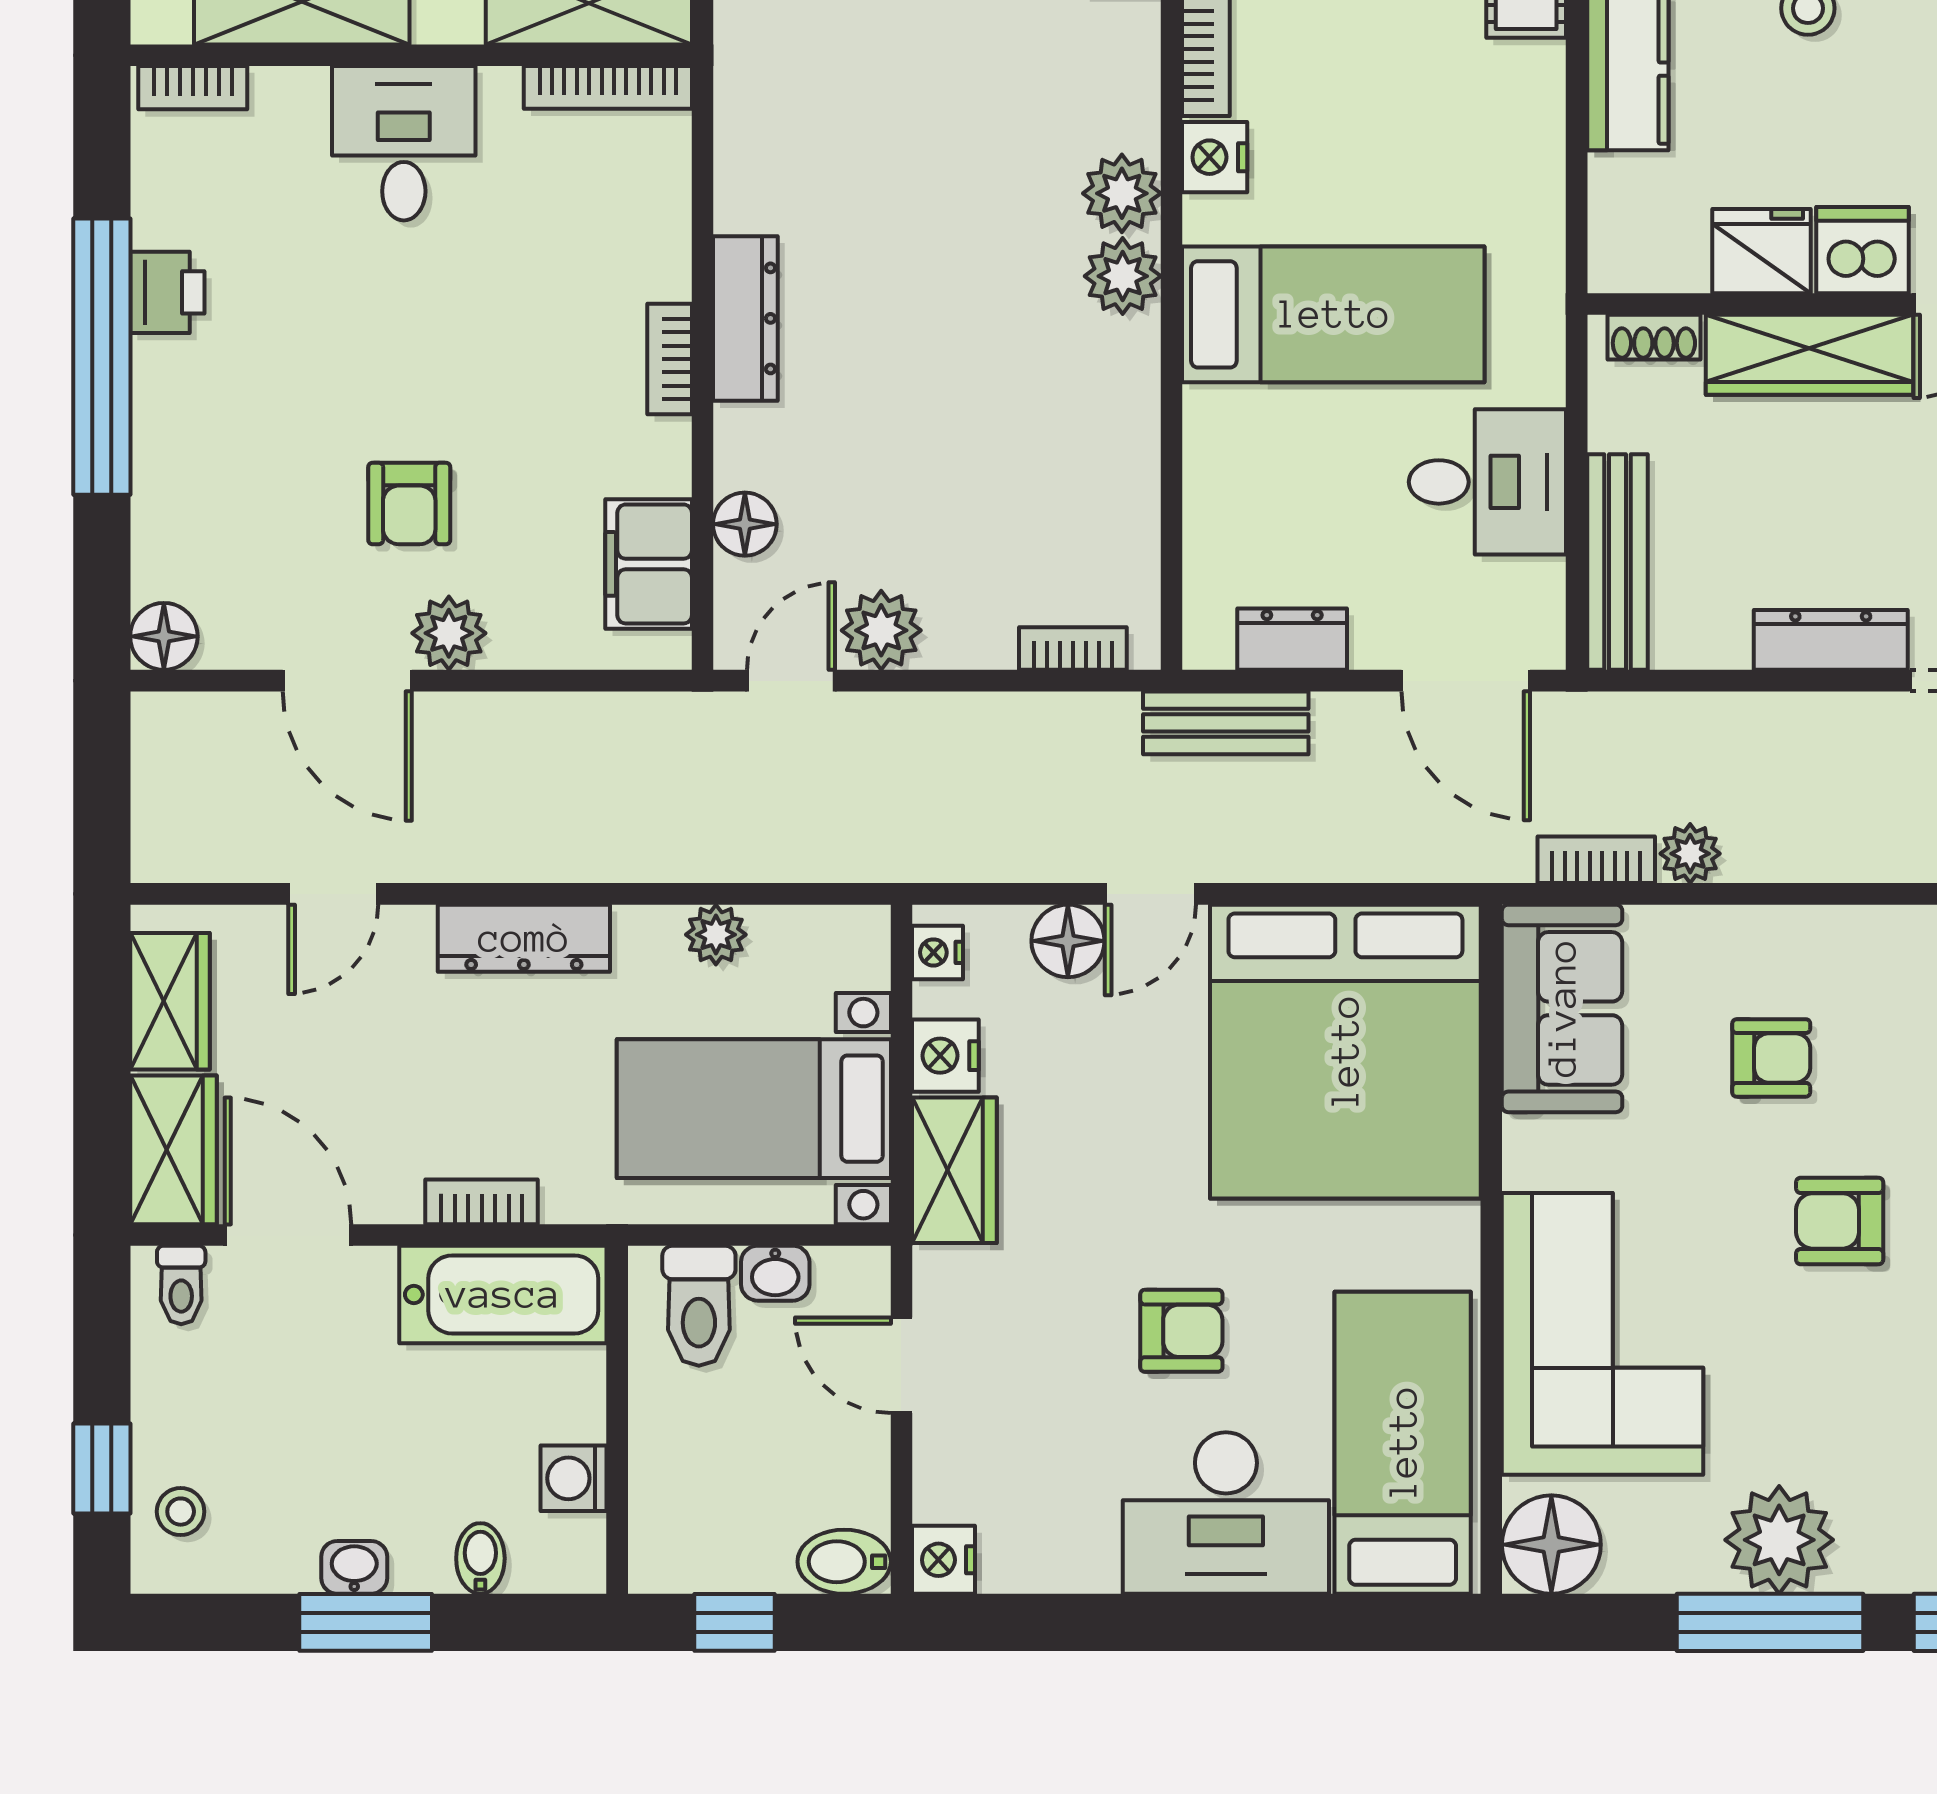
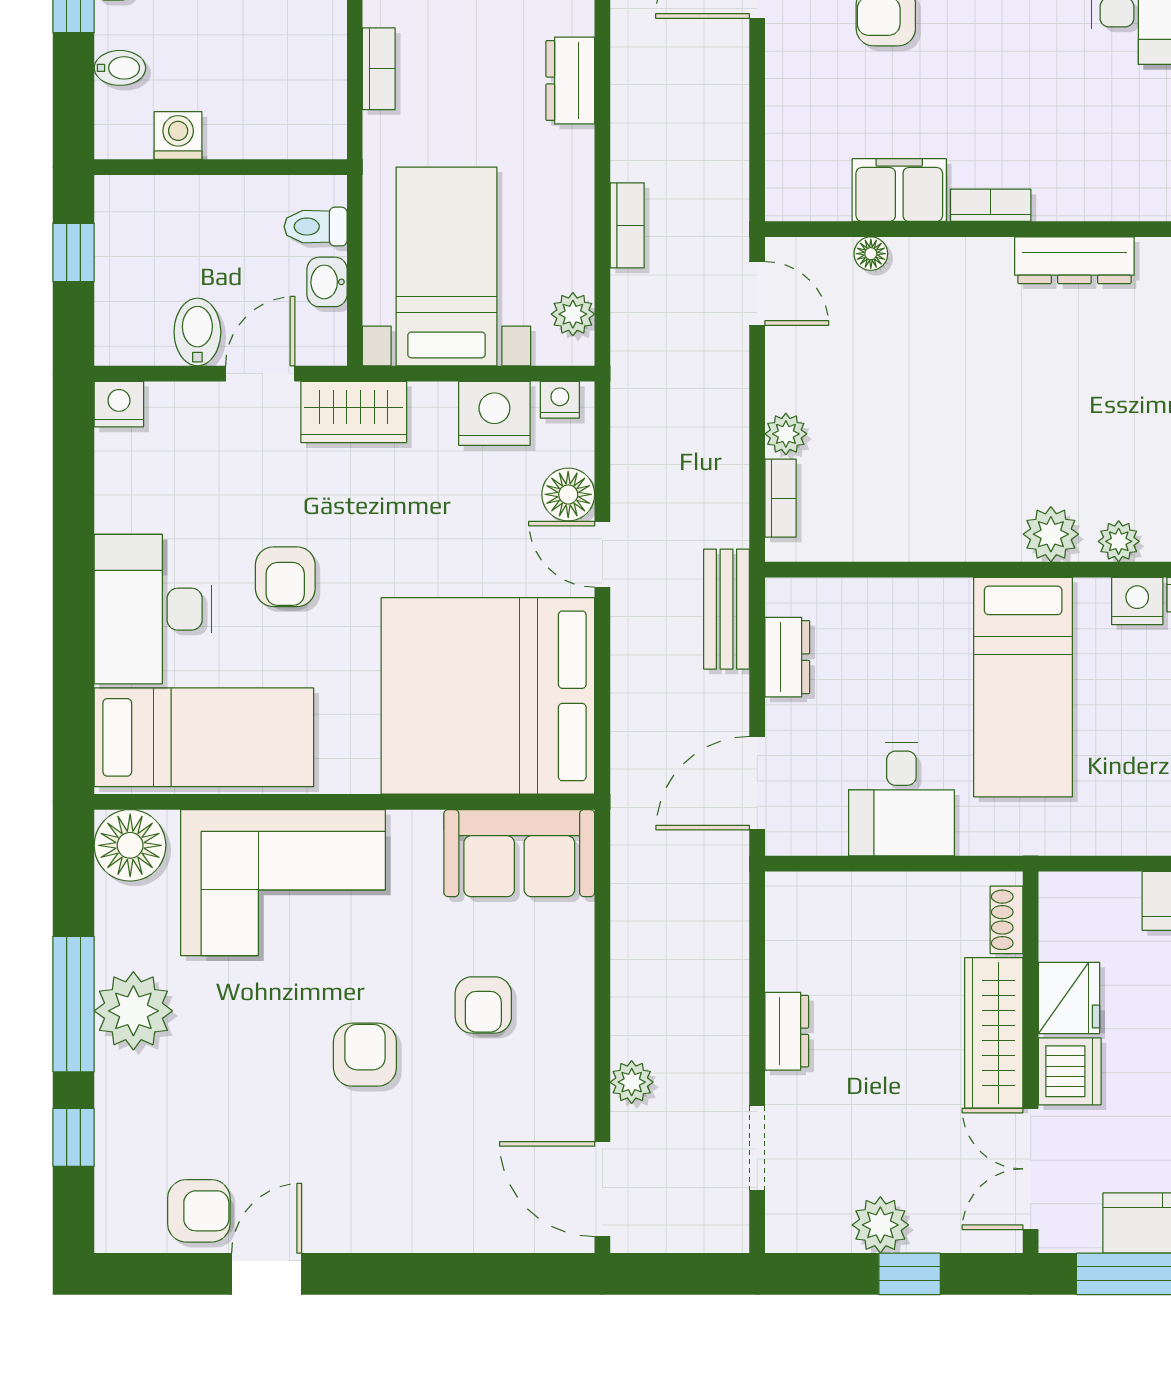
plant: (1122, 193) -> (1119, 541), width x0.73, depth x0.73
dresser: (745, 318) -> (1074, 260), moved
floor lamp: (745, 524) -> (871, 254), width x0.73, depth x0.73
bench: (1617, 562) -> (843, 893), removed
filing cabinet: (649, 564) -> (899, 190), moved
plant: (881, 630) -> (786, 434), moved, width x0.73, depth x0.73
plant: (449, 633) -> (792, 45), removed
dresser: (1831, 640) -> (787, 1031), width x0.70
plant: (1690, 854) -> (632, 1082), moved
bookcase: (1596, 860) -> (627, 225), moved
plant: (716, 935) -> (573, 314), moved
dresser: (524, 938) -> (570, 81), width x0.70
nightstand: (945, 1056) -> (494, 413), width x1.36, depth x1.33
wardrobe: (954, 1170) -> (354, 412), moved
bathtub: (503, 1294) -> (312, 84), removed
toilet: (699, 1306) -> (316, 227), width x0.73, depth x0.72
bidet: (844, 1562) -> (197, 332), moved

